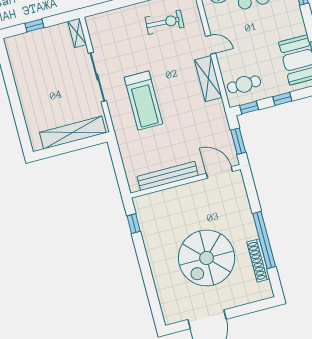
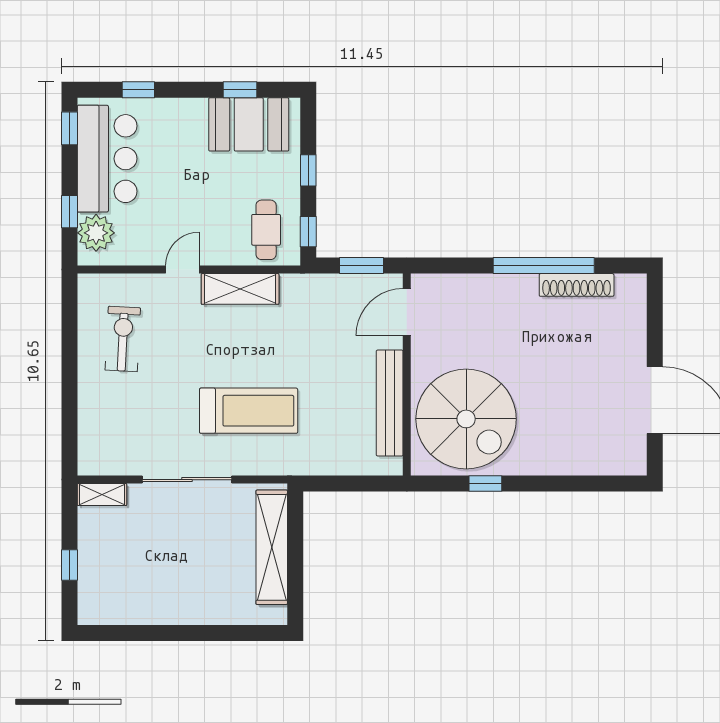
window: (134, 224) -> (485, 483), moved
spiral stairs: (207, 258) -> (466, 419), moved

